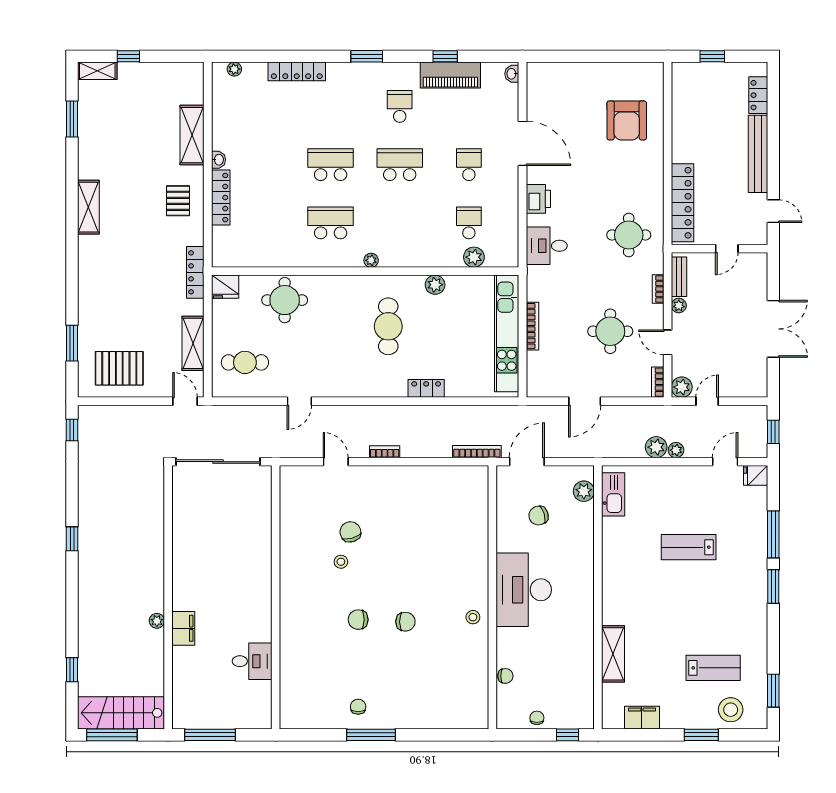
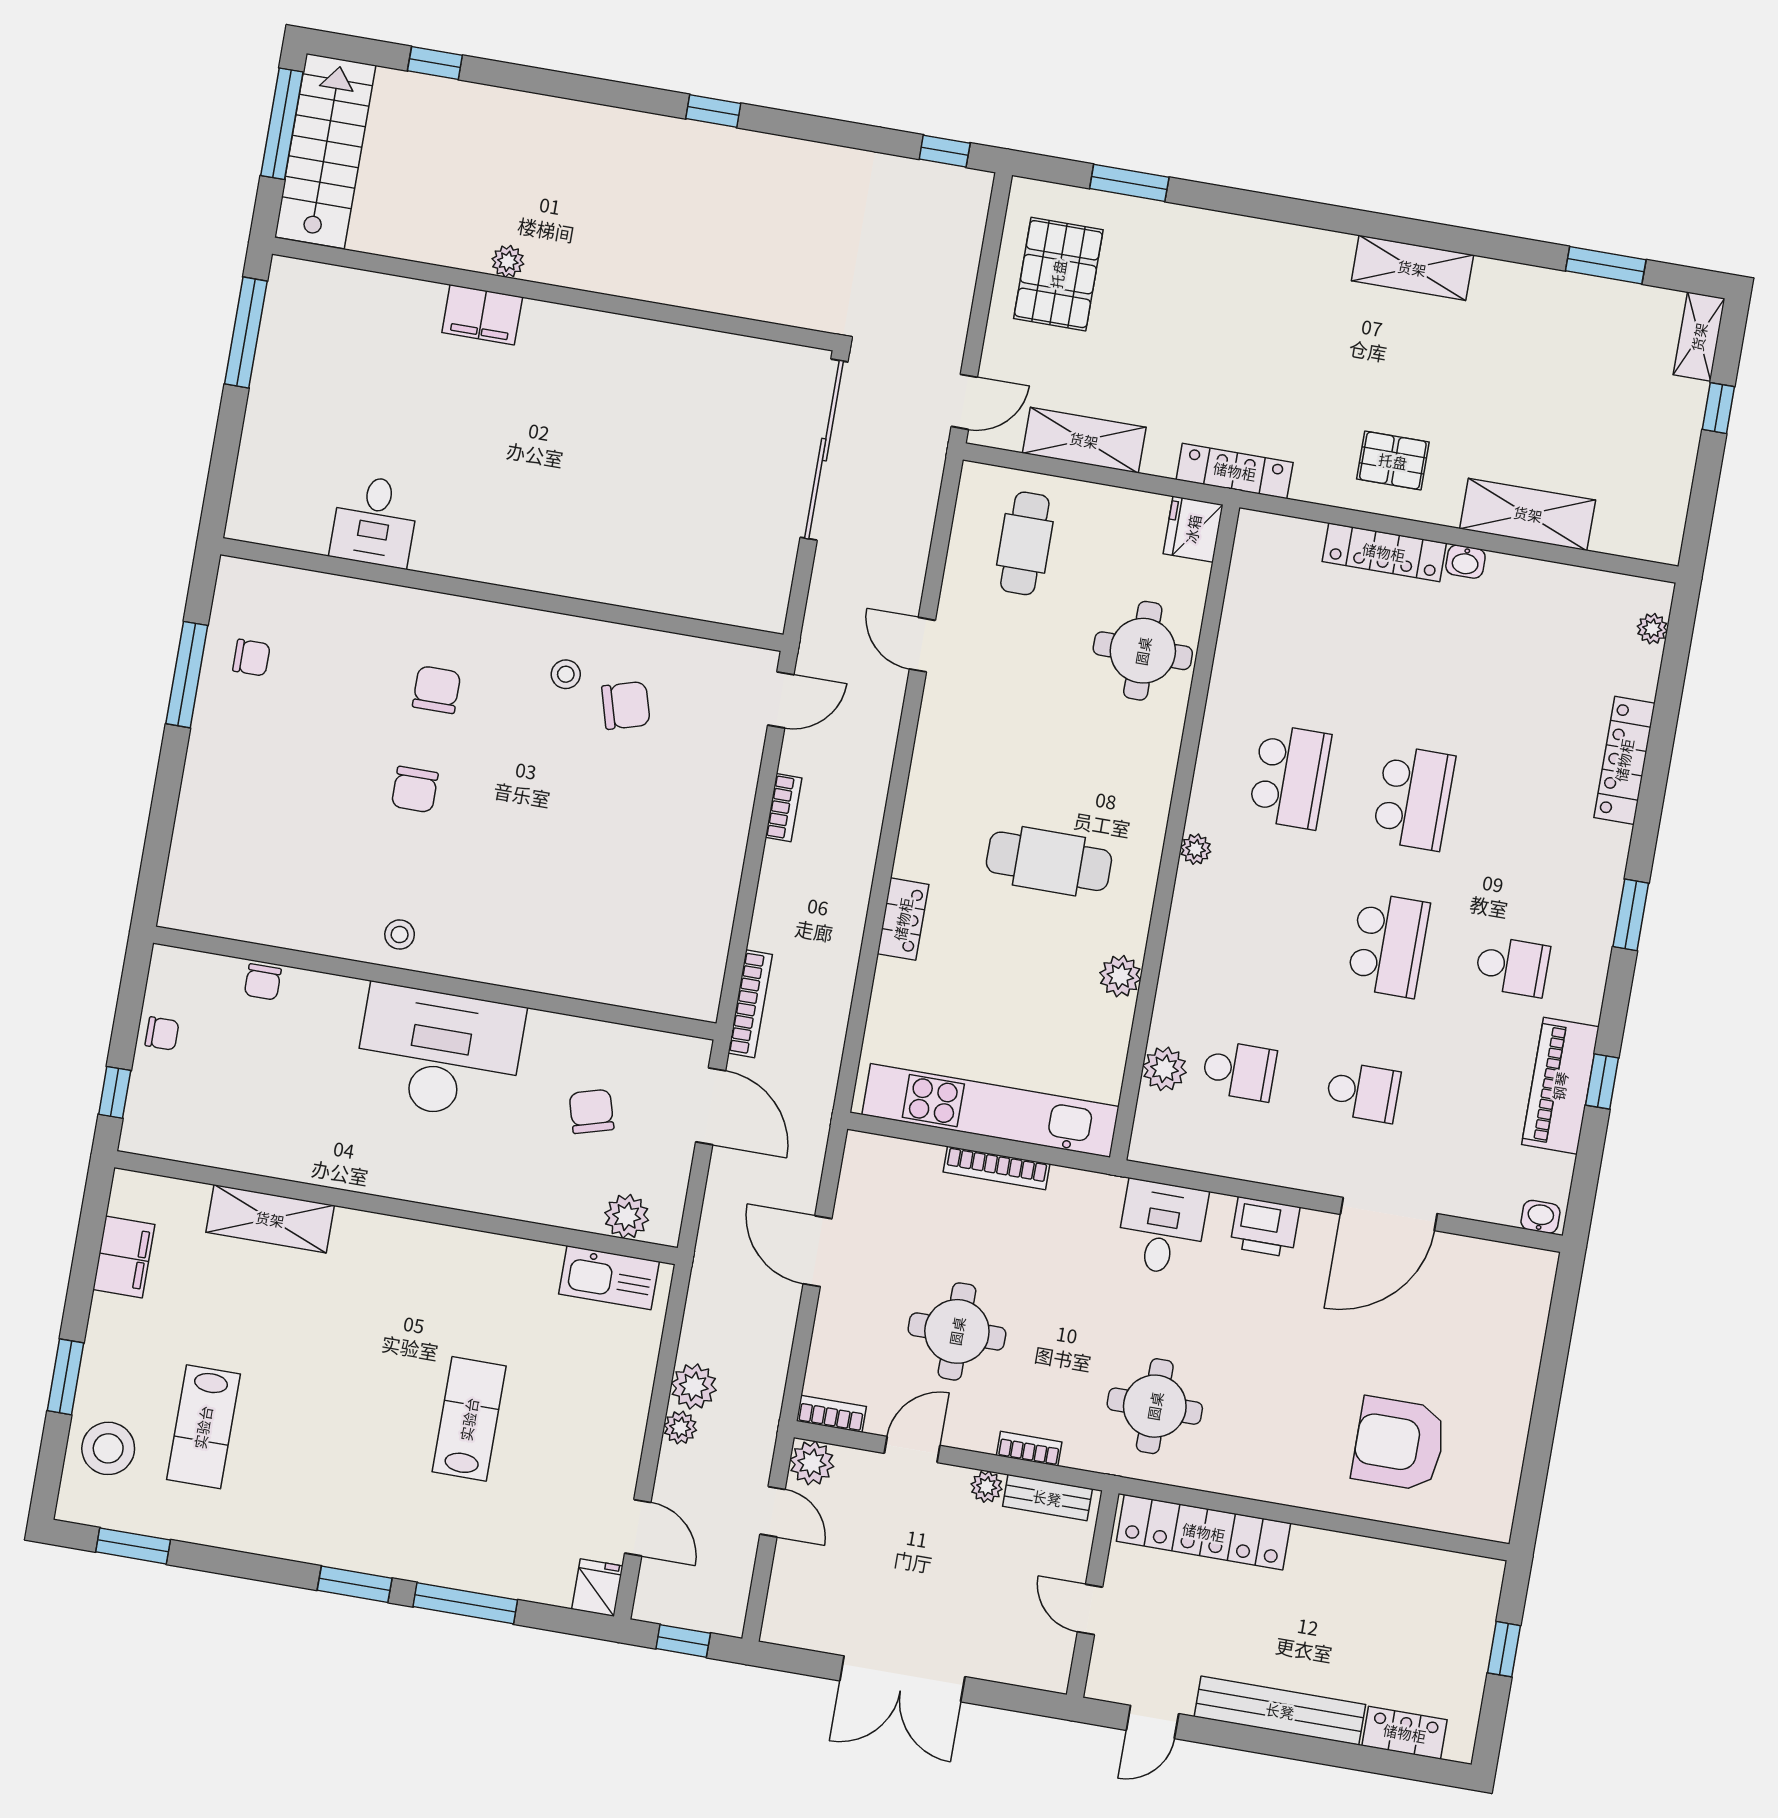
wall: (276, 597) -> (502, 595), moved
desk: (252, 661) -> (375, 521), moved

